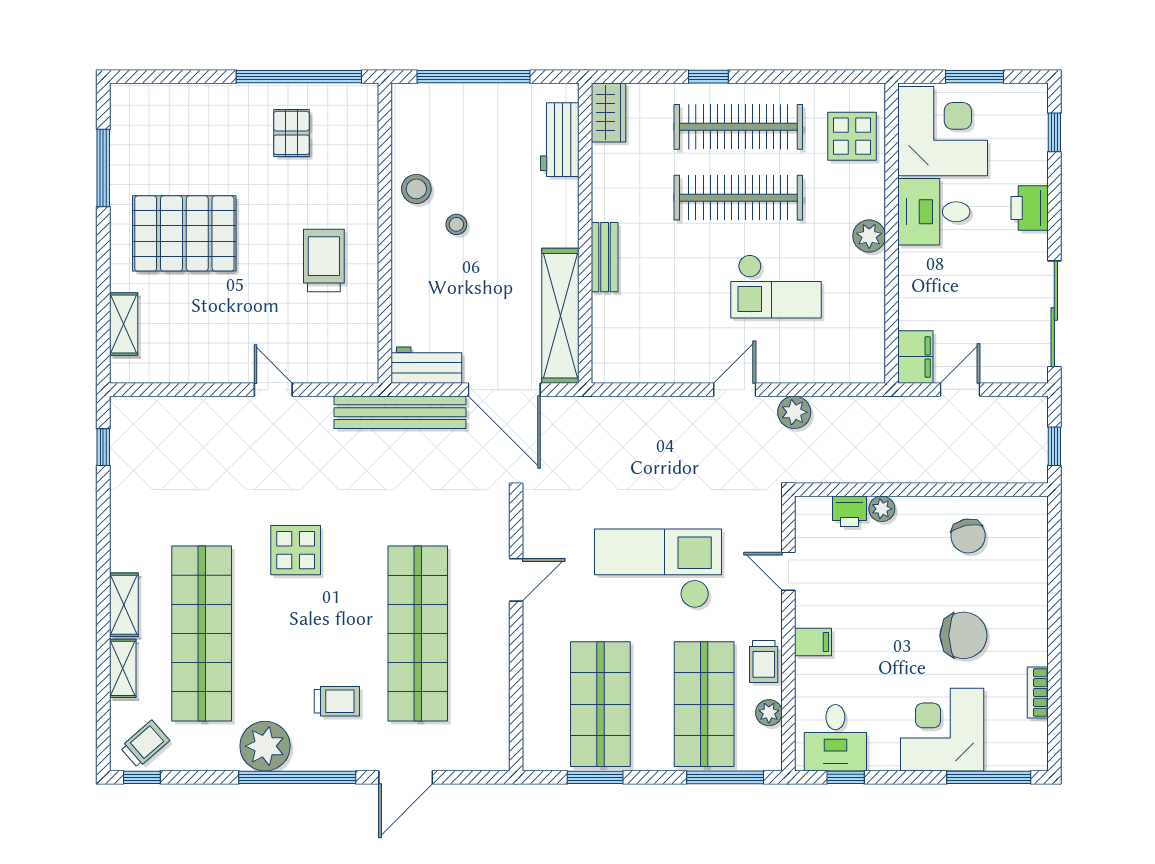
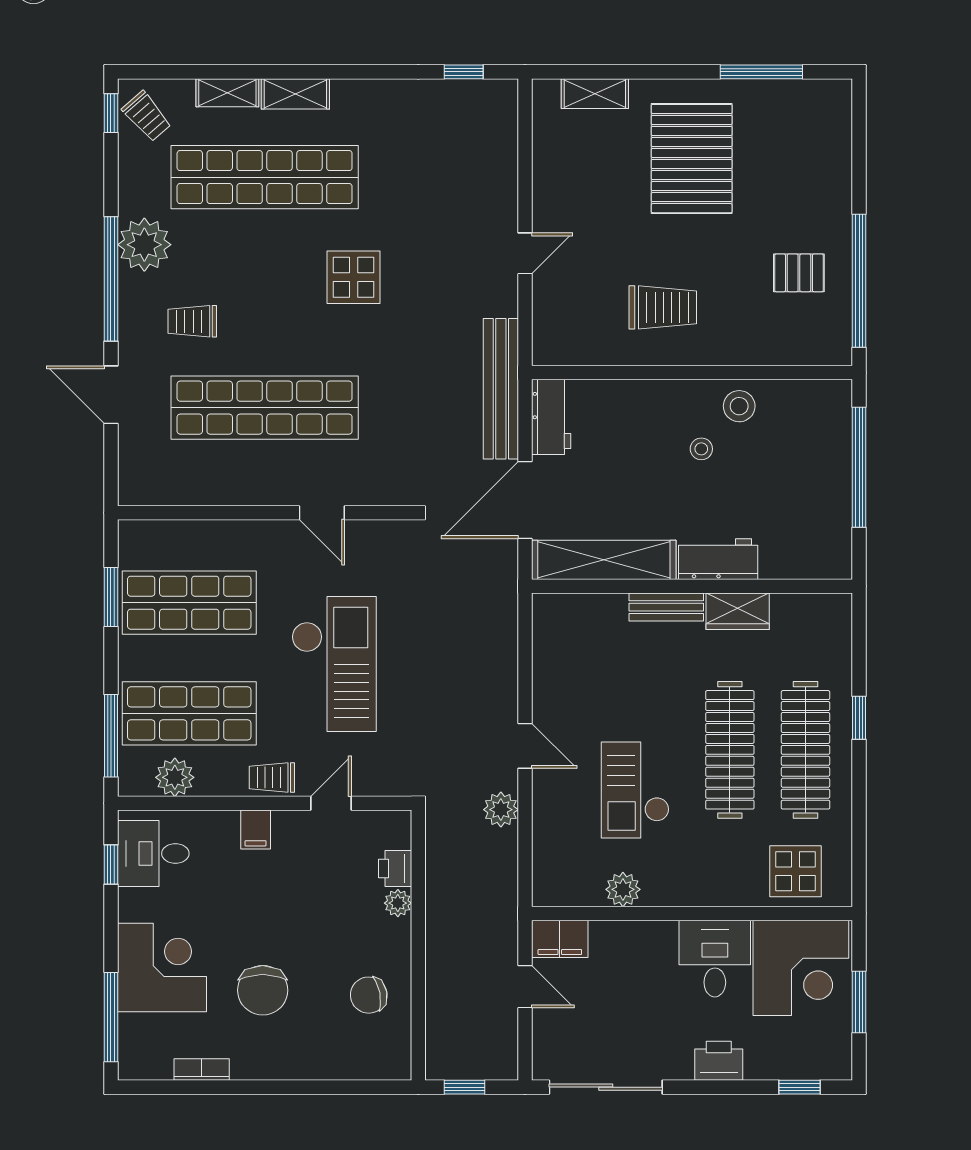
wardrobe: (608, 112) -> (738, 611), moved
workbench: (560, 140) -> (718, 559), moved
plant: (869, 236) -> (623, 889), moved
trolley: (764, 661) -> (272, 777), moved
trolley: (337, 701) -> (192, 321), turned 90
plant: (769, 713) -> (175, 777), width x1.38, depth x1.38

